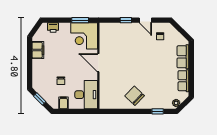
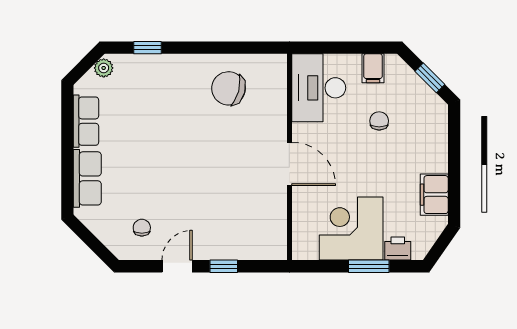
window: (80, 20) -> (369, 266), moved
door: (145, 20) -> (177, 266), hinge flipped
corner desk: (84, 36) -> (351, 229), moved, turned -90
chair: (135, 96) -> (228, 88), moved, turned 151

